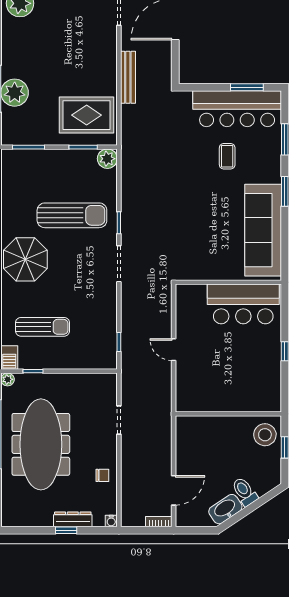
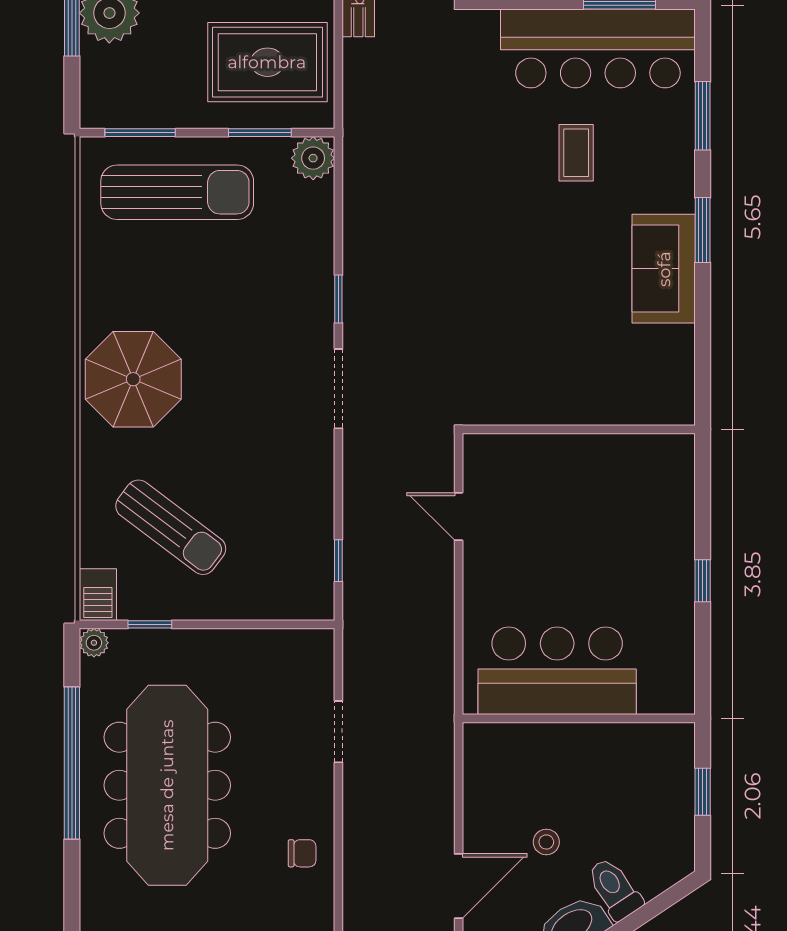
sun lounger: (72, 215) -> (177, 192), moved
sofa: (263, 230) -> (664, 269), width x0.54, depth x0.79
bar counter: (243, 304) -> (557, 671), moved, turned 180
sun lounger: (42, 327) -> (171, 527), turned 37
door: (174, 350) -> (459, 517), moved
stool: (265, 435) -> (546, 842), moved, width x0.53, depth x0.53

